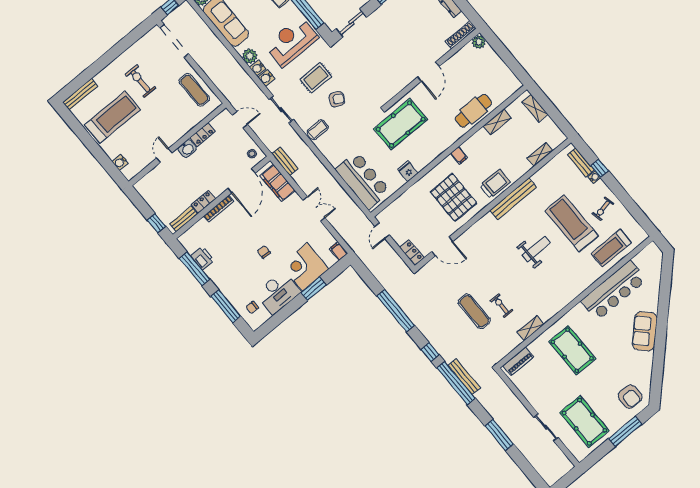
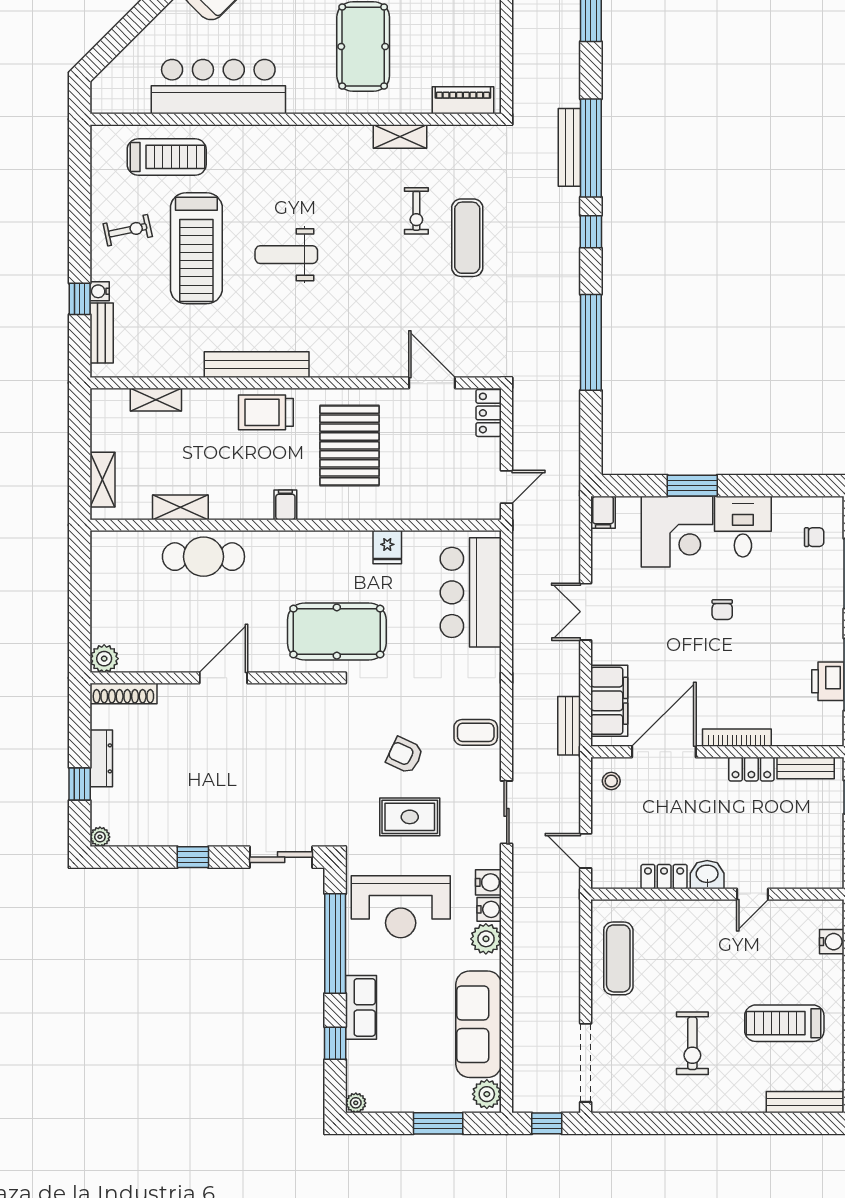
treadmill: (112, 117) -> (784, 1023), width x0.73, depth x0.73
desk: (278, 293) -> (743, 527), width x0.73

